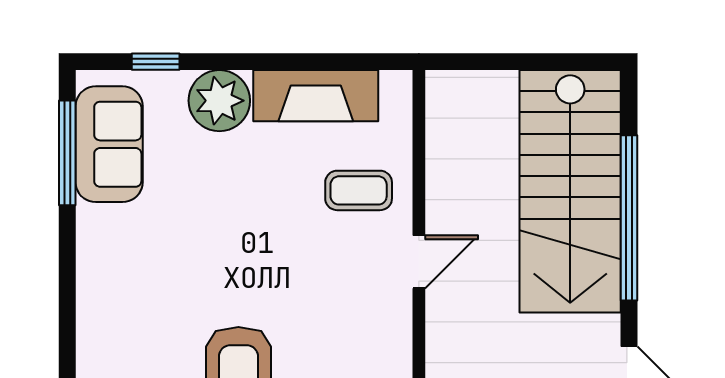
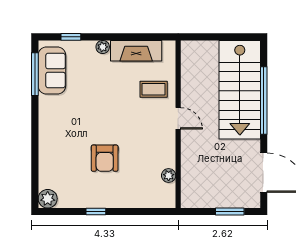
plant: (219, 101) -> (103, 47), width x0.53, depth x0.53
door: (419, 262) -> (178, 118), hinge flipped

